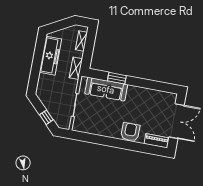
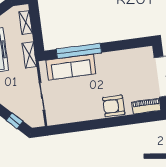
window: (117, 78) -> (79, 51), width x2.11
armchair: (130, 132) -> (114, 106), turned -90

